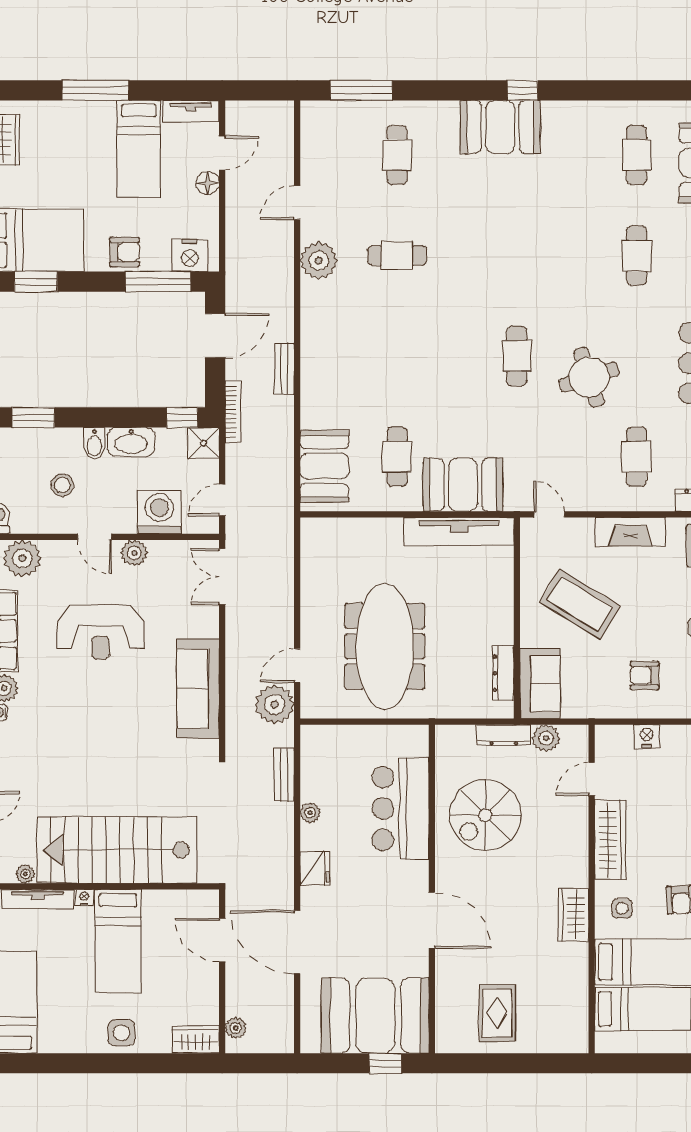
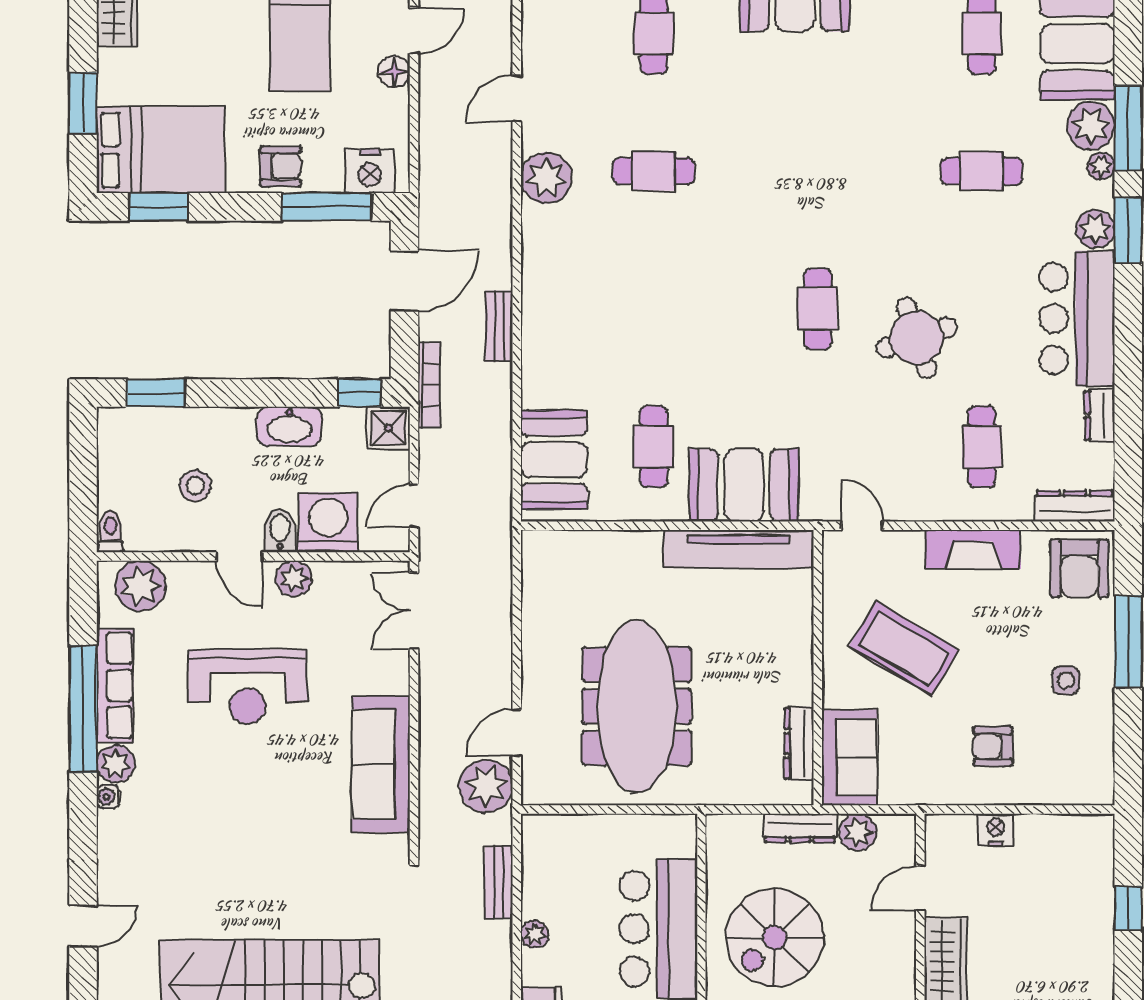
cafe table: (637, 256) -> (982, 171), turned 90
bidet: (94, 443) -> (280, 530), moved, turned 180

